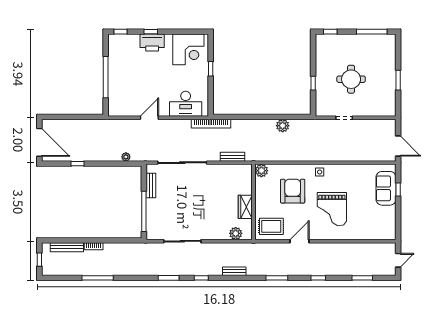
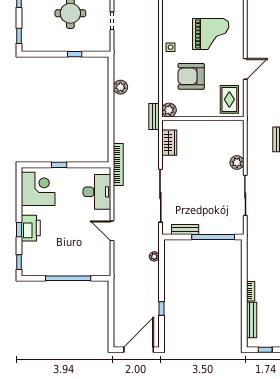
bench: (233, 157) -> (154, 116), moved
wardrobe: (245, 207) -> (169, 143), moved, turned -90
plant: (236, 233) -> (237, 163), moved
door: (300, 241) -> (245, 69), swing flipped

